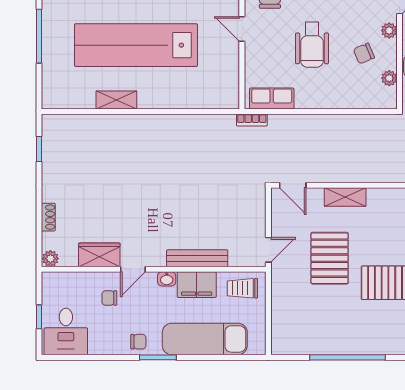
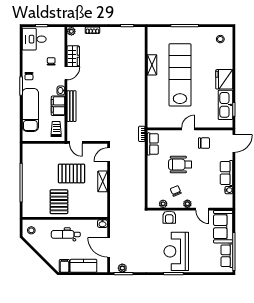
door: (133, 269) -> (66, 73), swing flipped

